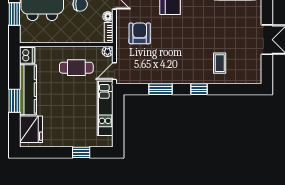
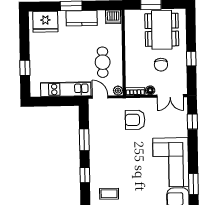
armchair: (140, 33) -> (135, 120), turned 180
kitchen counter: (28, 90) -> (82, 18), width x0.67

